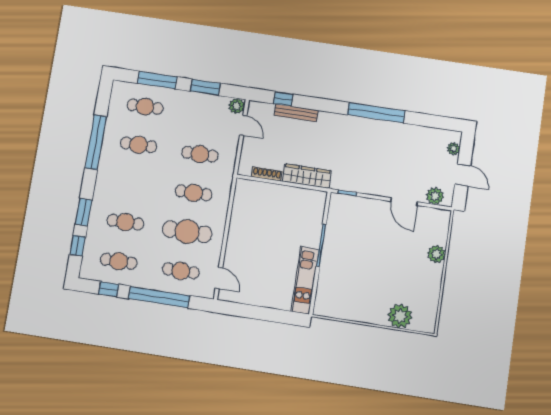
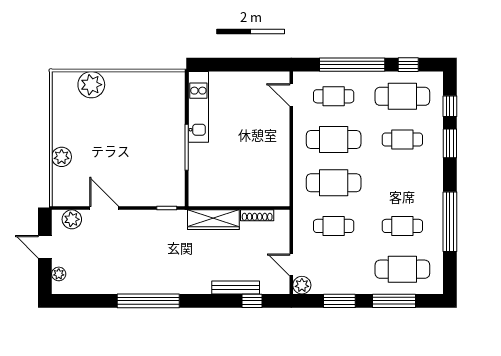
cafe table: (145, 107) -> (402, 269), width x1.37, depth x1.35
cafe table: (194, 193) -> (334, 183), width x1.37, depth x1.35
cafe table: (119, 261) -> (402, 96), width x1.37, depth x1.35

